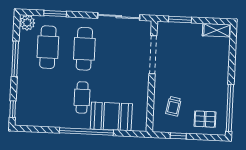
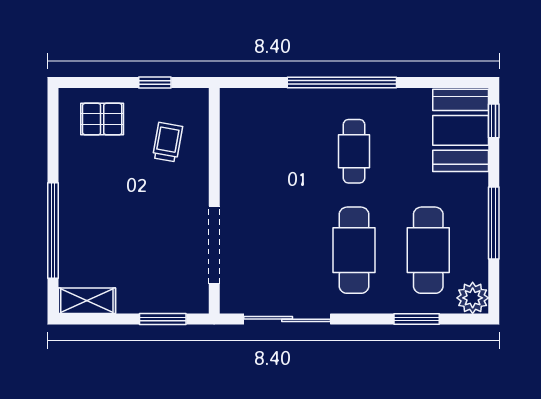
window: (230, 108) -> (53, 231), moved
booth: (111, 116) -> (461, 130), moved, turned 90

